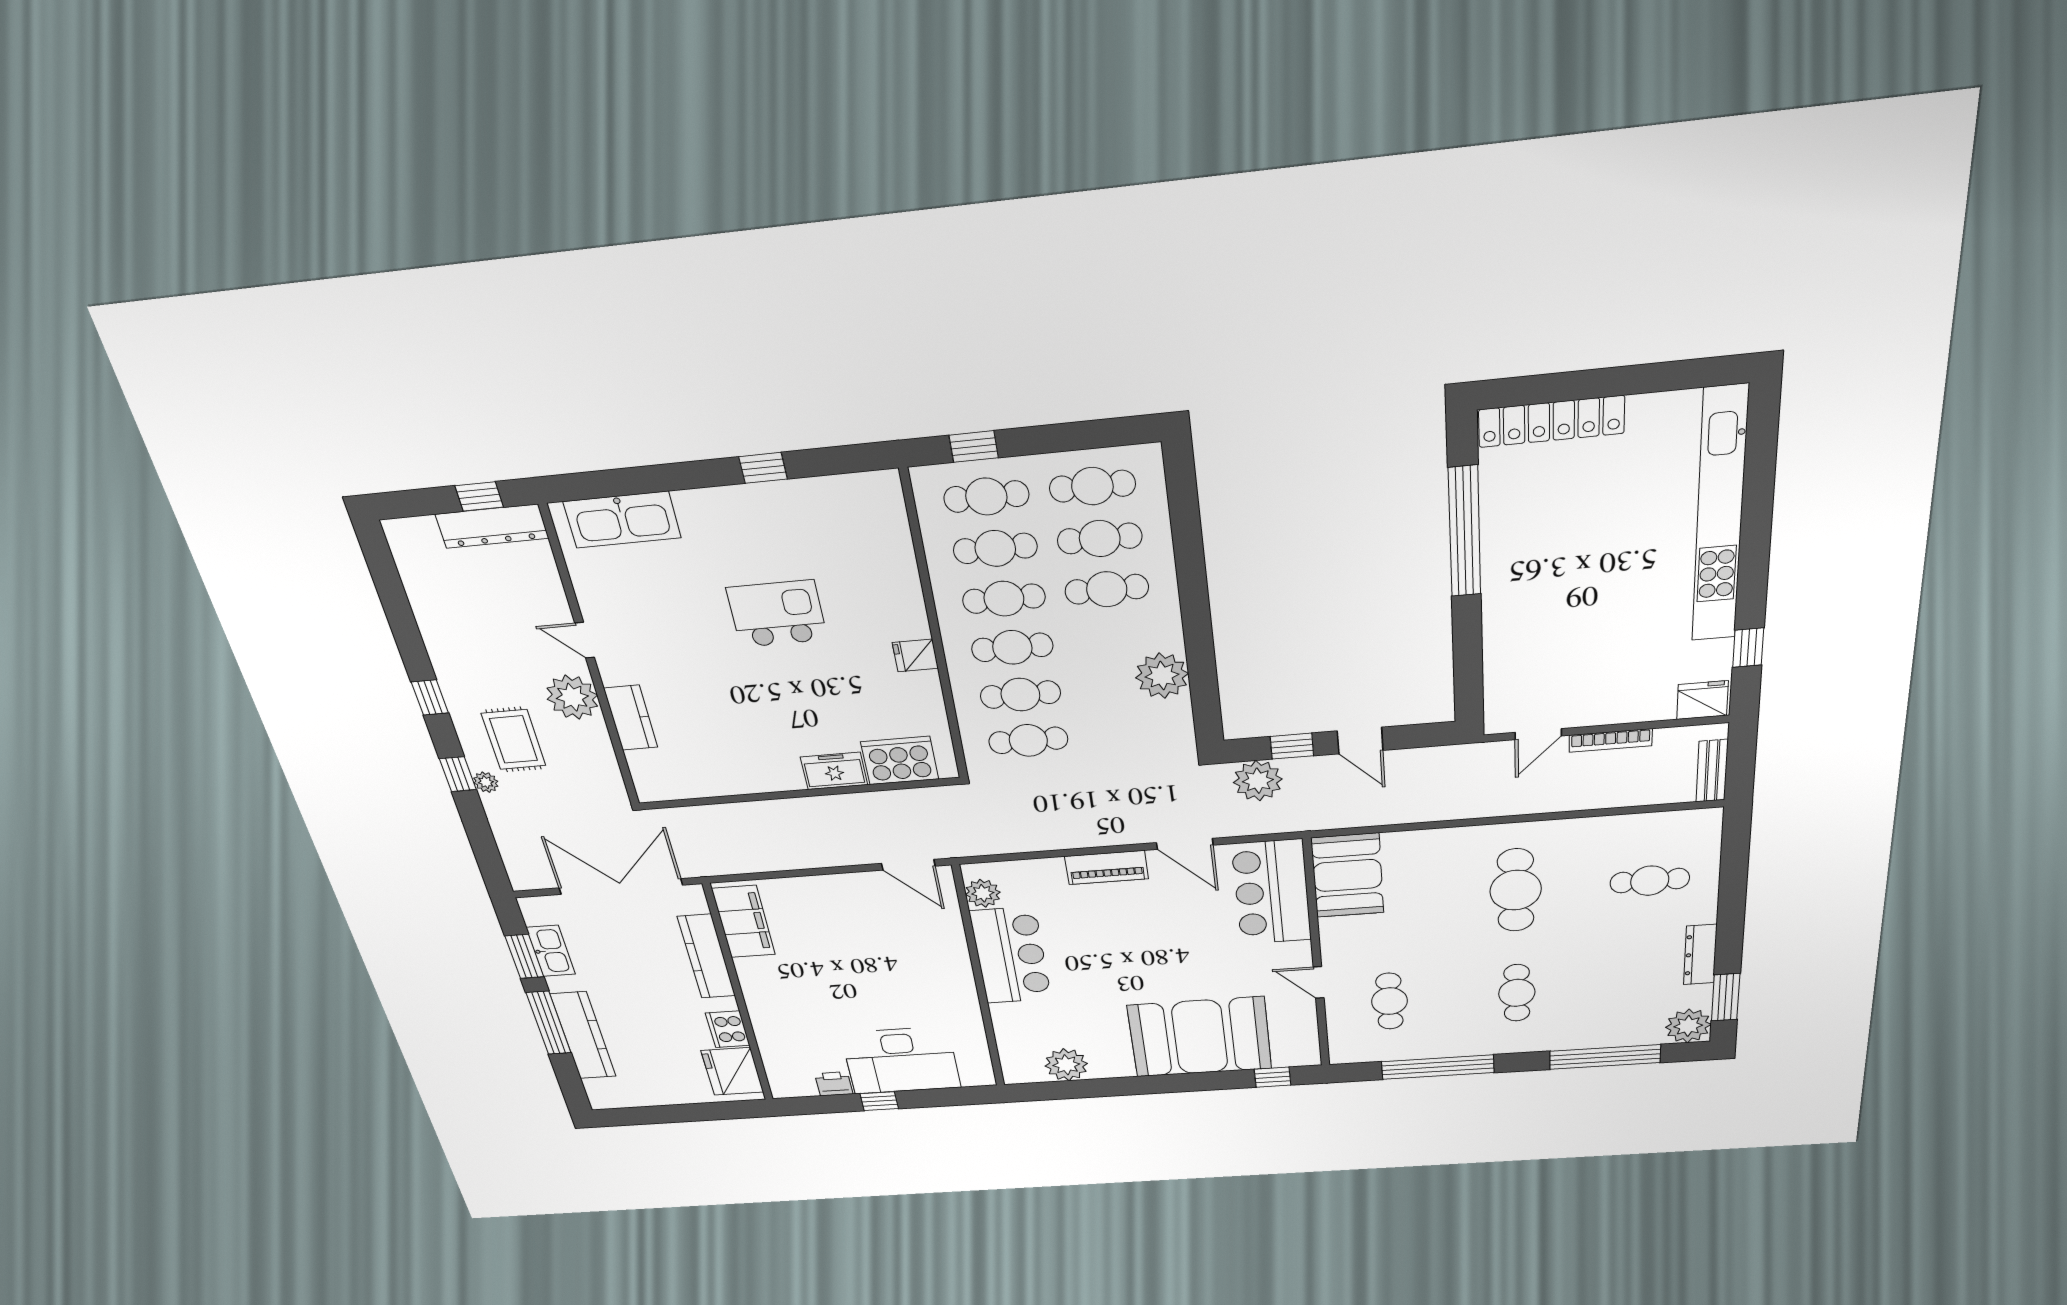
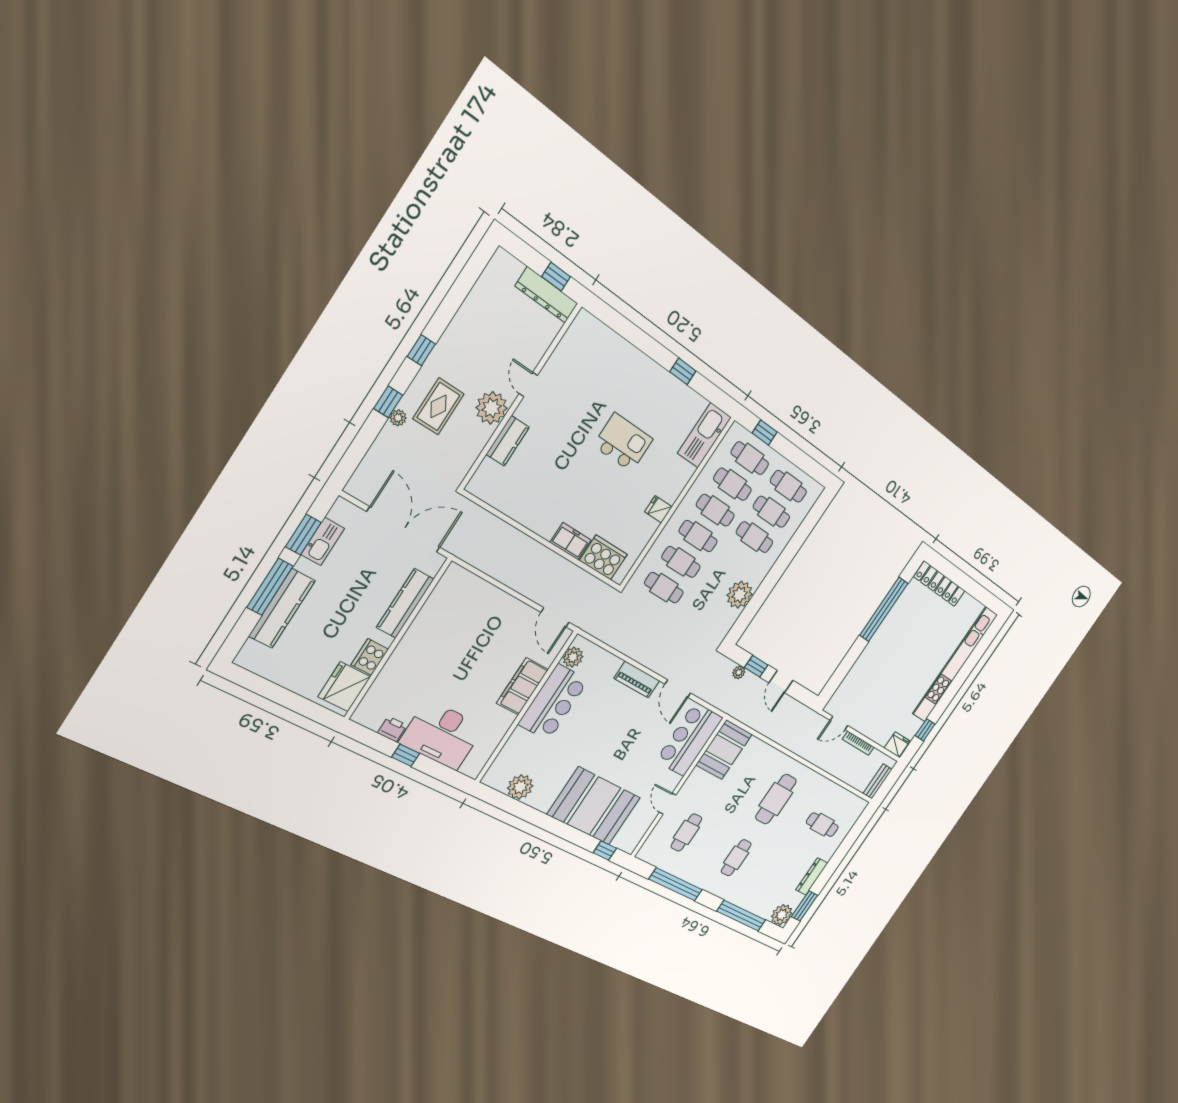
kitchen sink: (622, 520) -> (704, 435), moved, turned 90
plant: (1258, 781) -> (739, 672), width x0.53, depth x0.53
filing cabinet: (744, 922) -> (522, 686), moved, turned 180

